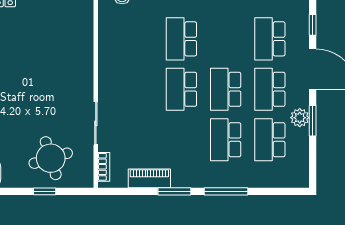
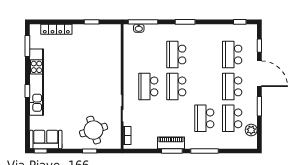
school desk: (226, 89) -> (148, 86), moved
plant: (300, 118) -> (251, 130), moved
piano: (149, 178) -> (171, 143), moved

